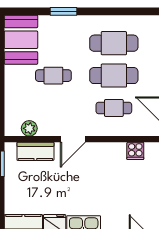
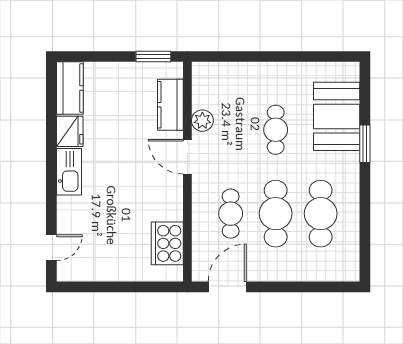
booth: (21, 40) -> (337, 116), moved, turned 90
plant: (29, 128) -> (202, 121), moved
cooker: (135, 151) -> (167, 243), width x1.87, depth x1.31

